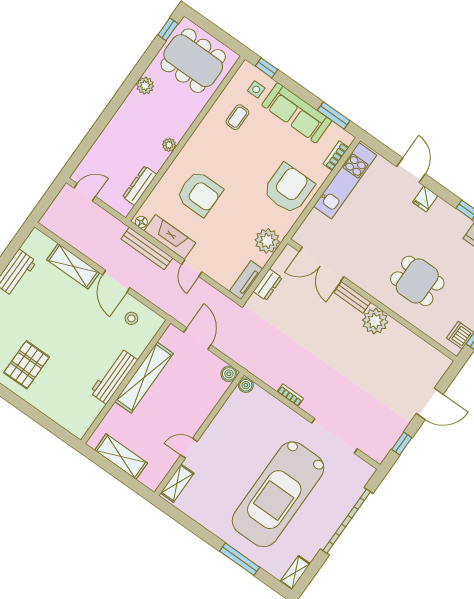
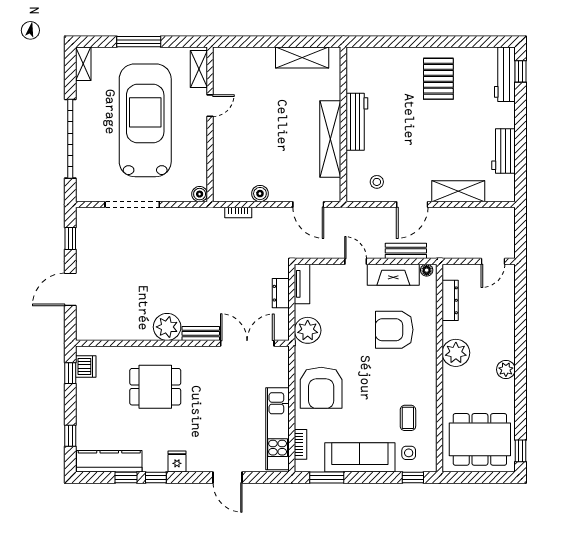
plant: (145, 86) -> (506, 370), moved
plant: (169, 145) -> (456, 353), width x1.88, depth x1.88
fridge: (425, 199) -> (177, 462), moved
bench: (147, 248) -> (406, 251), width x0.73
door: (116, 281) -> (412, 204), swing flipped
boiler: (246, 385) -> (200, 194), moved
bookcase: (290, 395) -> (238, 212), moved
wall: (199, 434) -> (210, 124), moved
door: (189, 448) -> (210, 106), moved
shelving: (177, 483) -> (199, 69), moved

